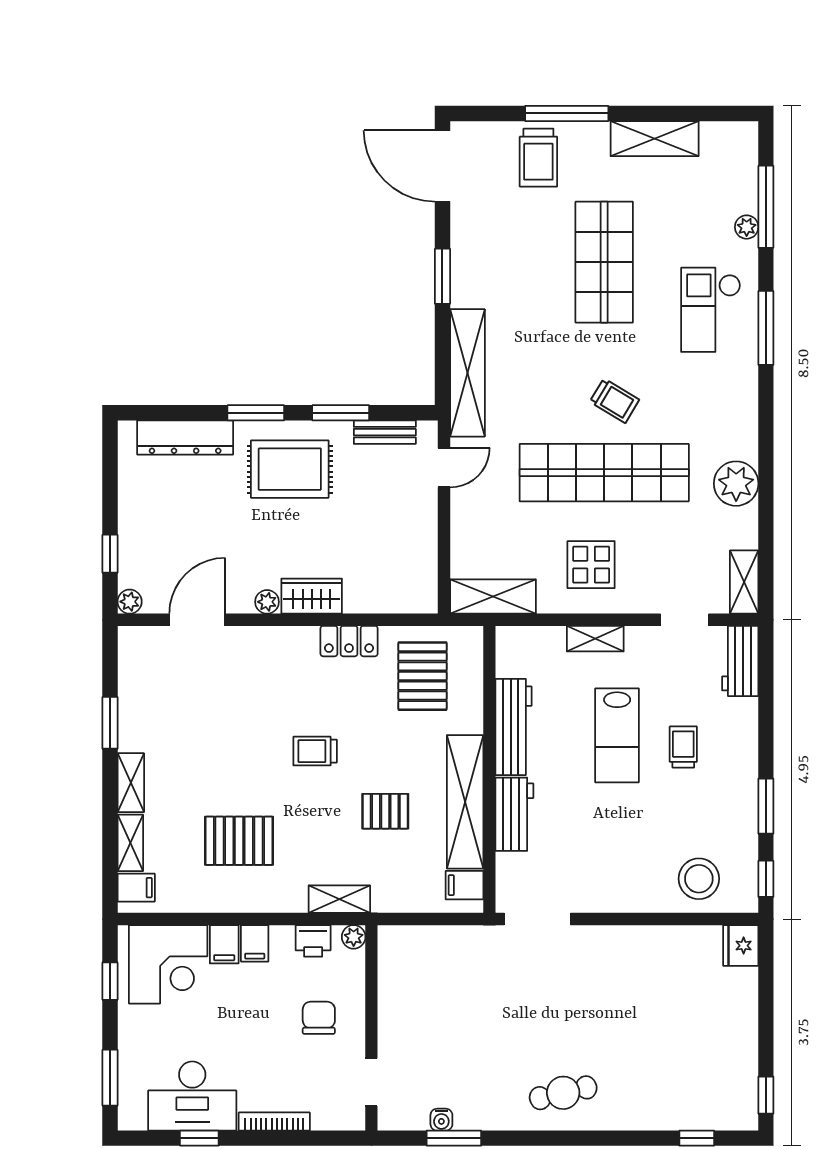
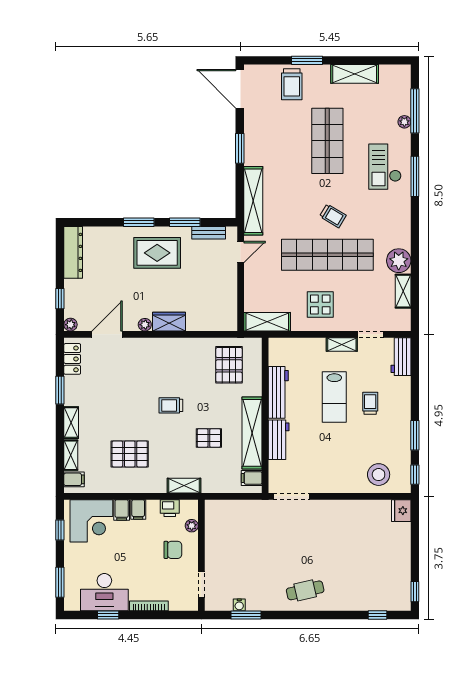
window: (567, 113) -> (307, 60), width x0.69
dresser: (185, 437) -> (73, 252), moved, turned -90
shelving: (744, 582) -> (403, 291), moved
shelving: (595, 639) -> (342, 345), moved
locker: (349, 641) -> (72, 359), moved, turned -90
plant: (354, 937) -> (192, 526), moved
chair: (319, 1018) -> (173, 550), turned 90

